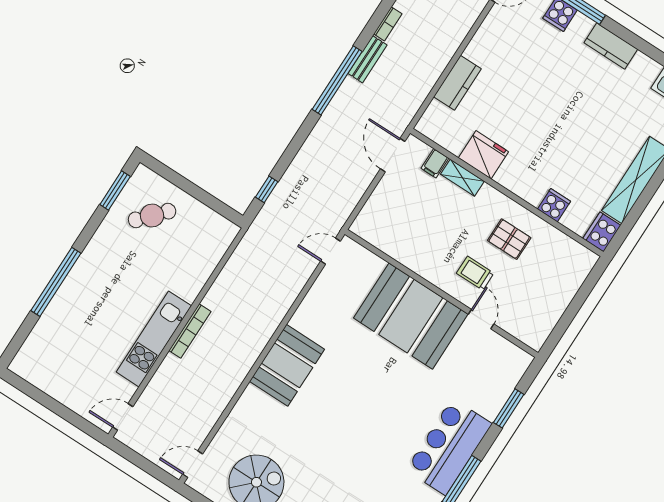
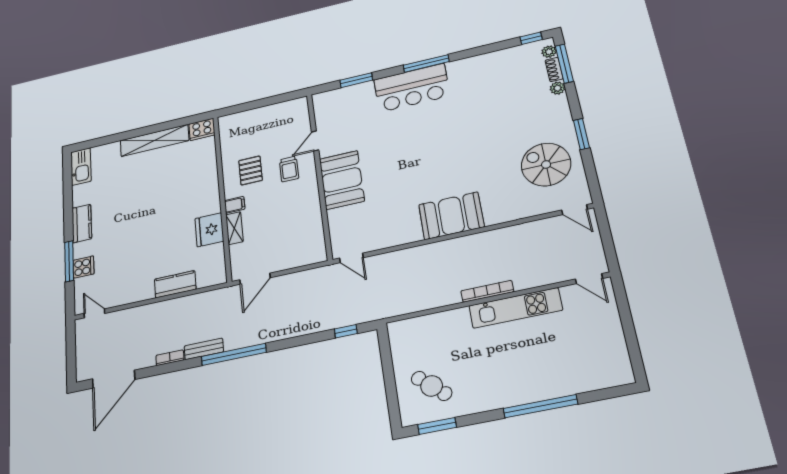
filing cabinet: (435, 163) -> (235, 205), moved
cooker: (554, 205) -> (208, 167), removed
booth: (411, 316) -> (342, 180), width x0.73, depth x0.70

